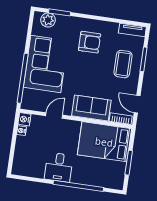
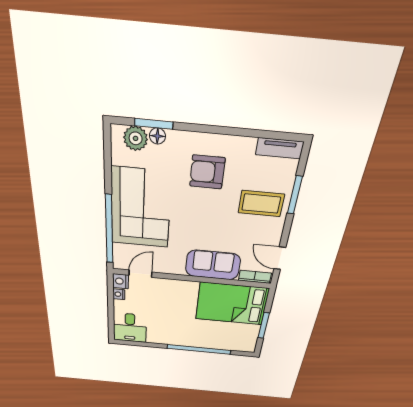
floor lamp: (61, 19) -> (157, 136), added
armchair: (90, 42) -> (207, 172), turned 180
coffee table: (123, 64) -> (261, 204), turned 90
door: (54, 115) -> (140, 274), moved
desk: (59, 167) -> (130, 328), moved

